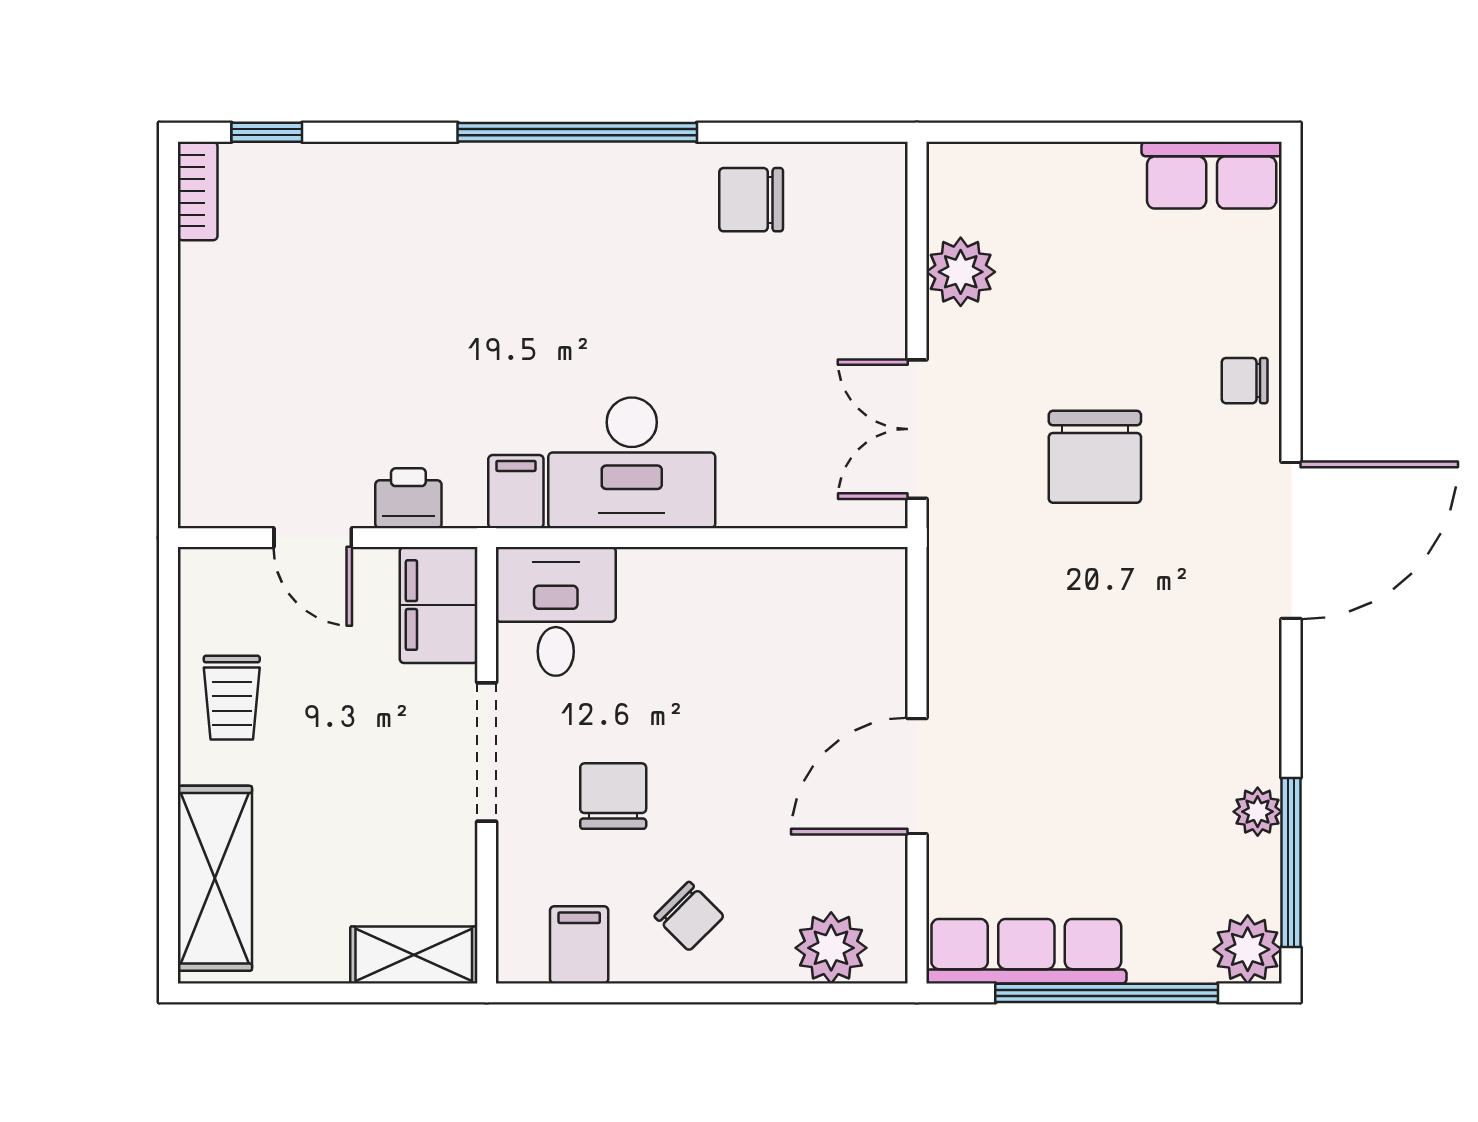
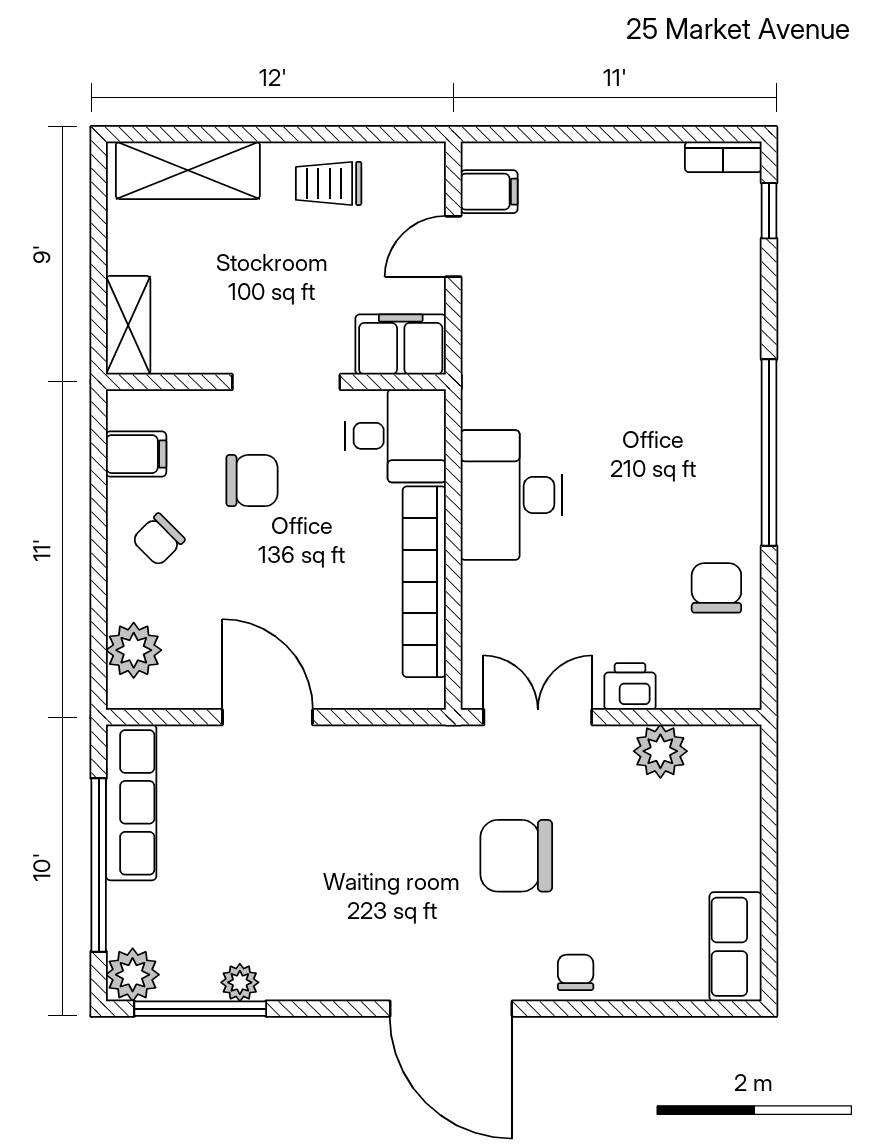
filing cabinet: (516, 492) -> (489, 192), moved
printer: (408, 498) -> (630, 686), moved, turned -90
bookcase: (743, 575) -> (424, 582), added

